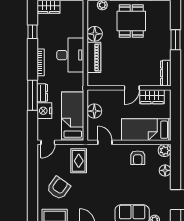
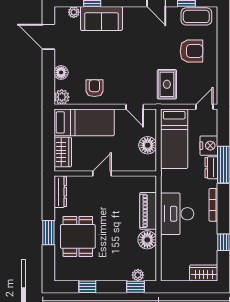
dining table: (131, 21) -> (78, 236), moved
wardrobe: (152, 97) -> (63, 152), moved, turned 90
armchair: (59, 188) -> (191, 51), turned -125

